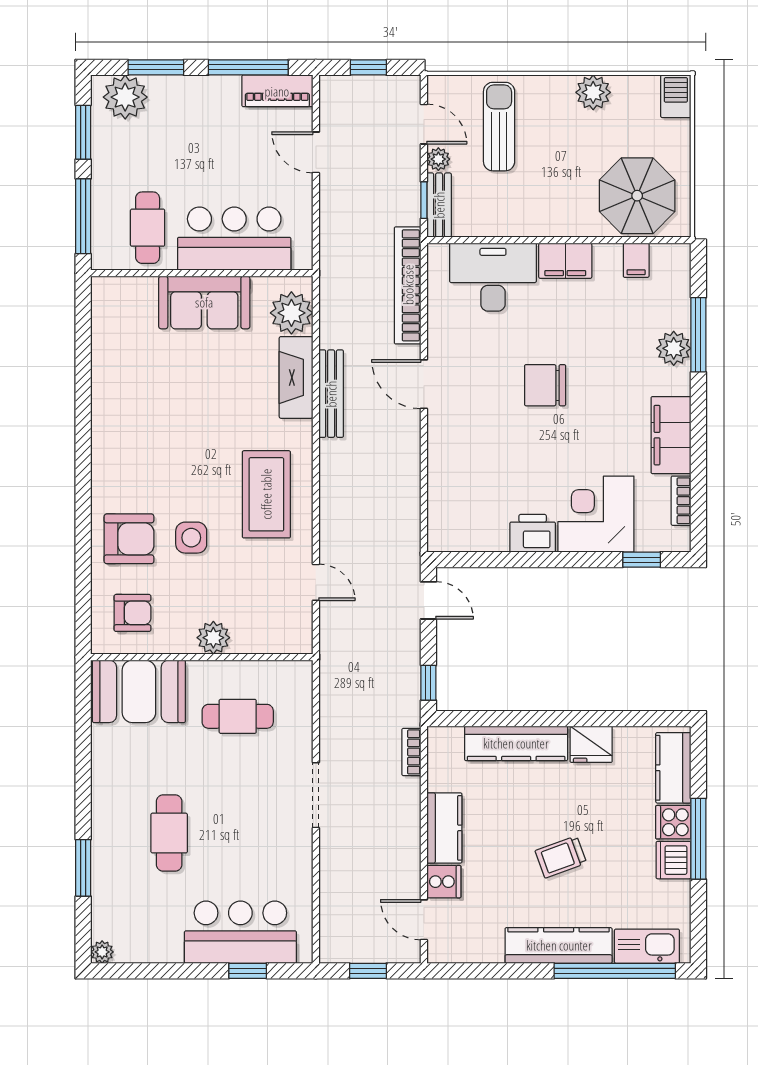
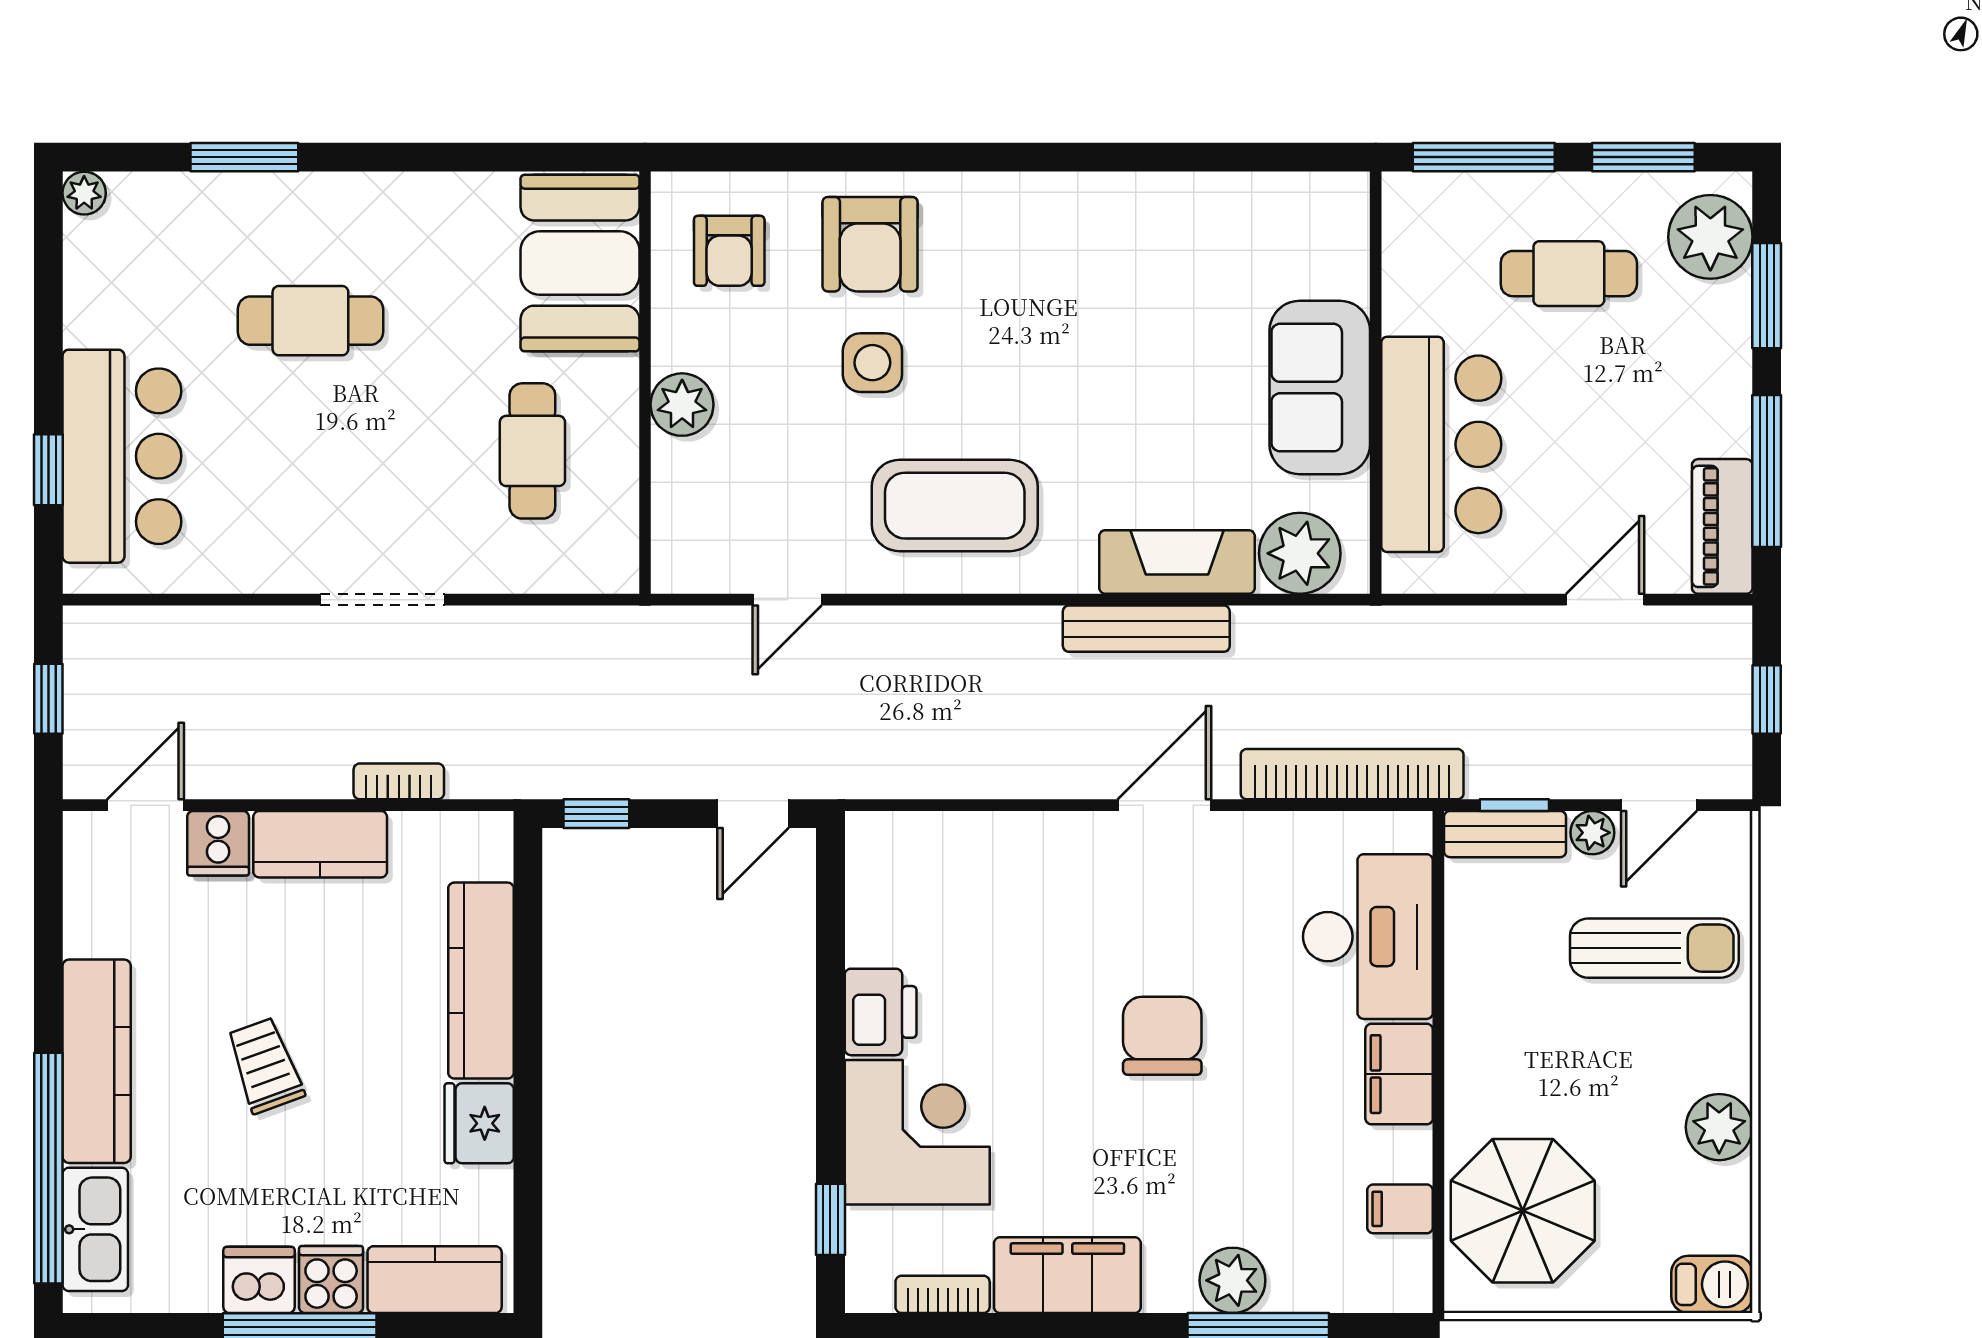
cafe table: (148, 228) -> (1569, 274), moved
bookcase: (411, 752) -> (399, 781), moved

